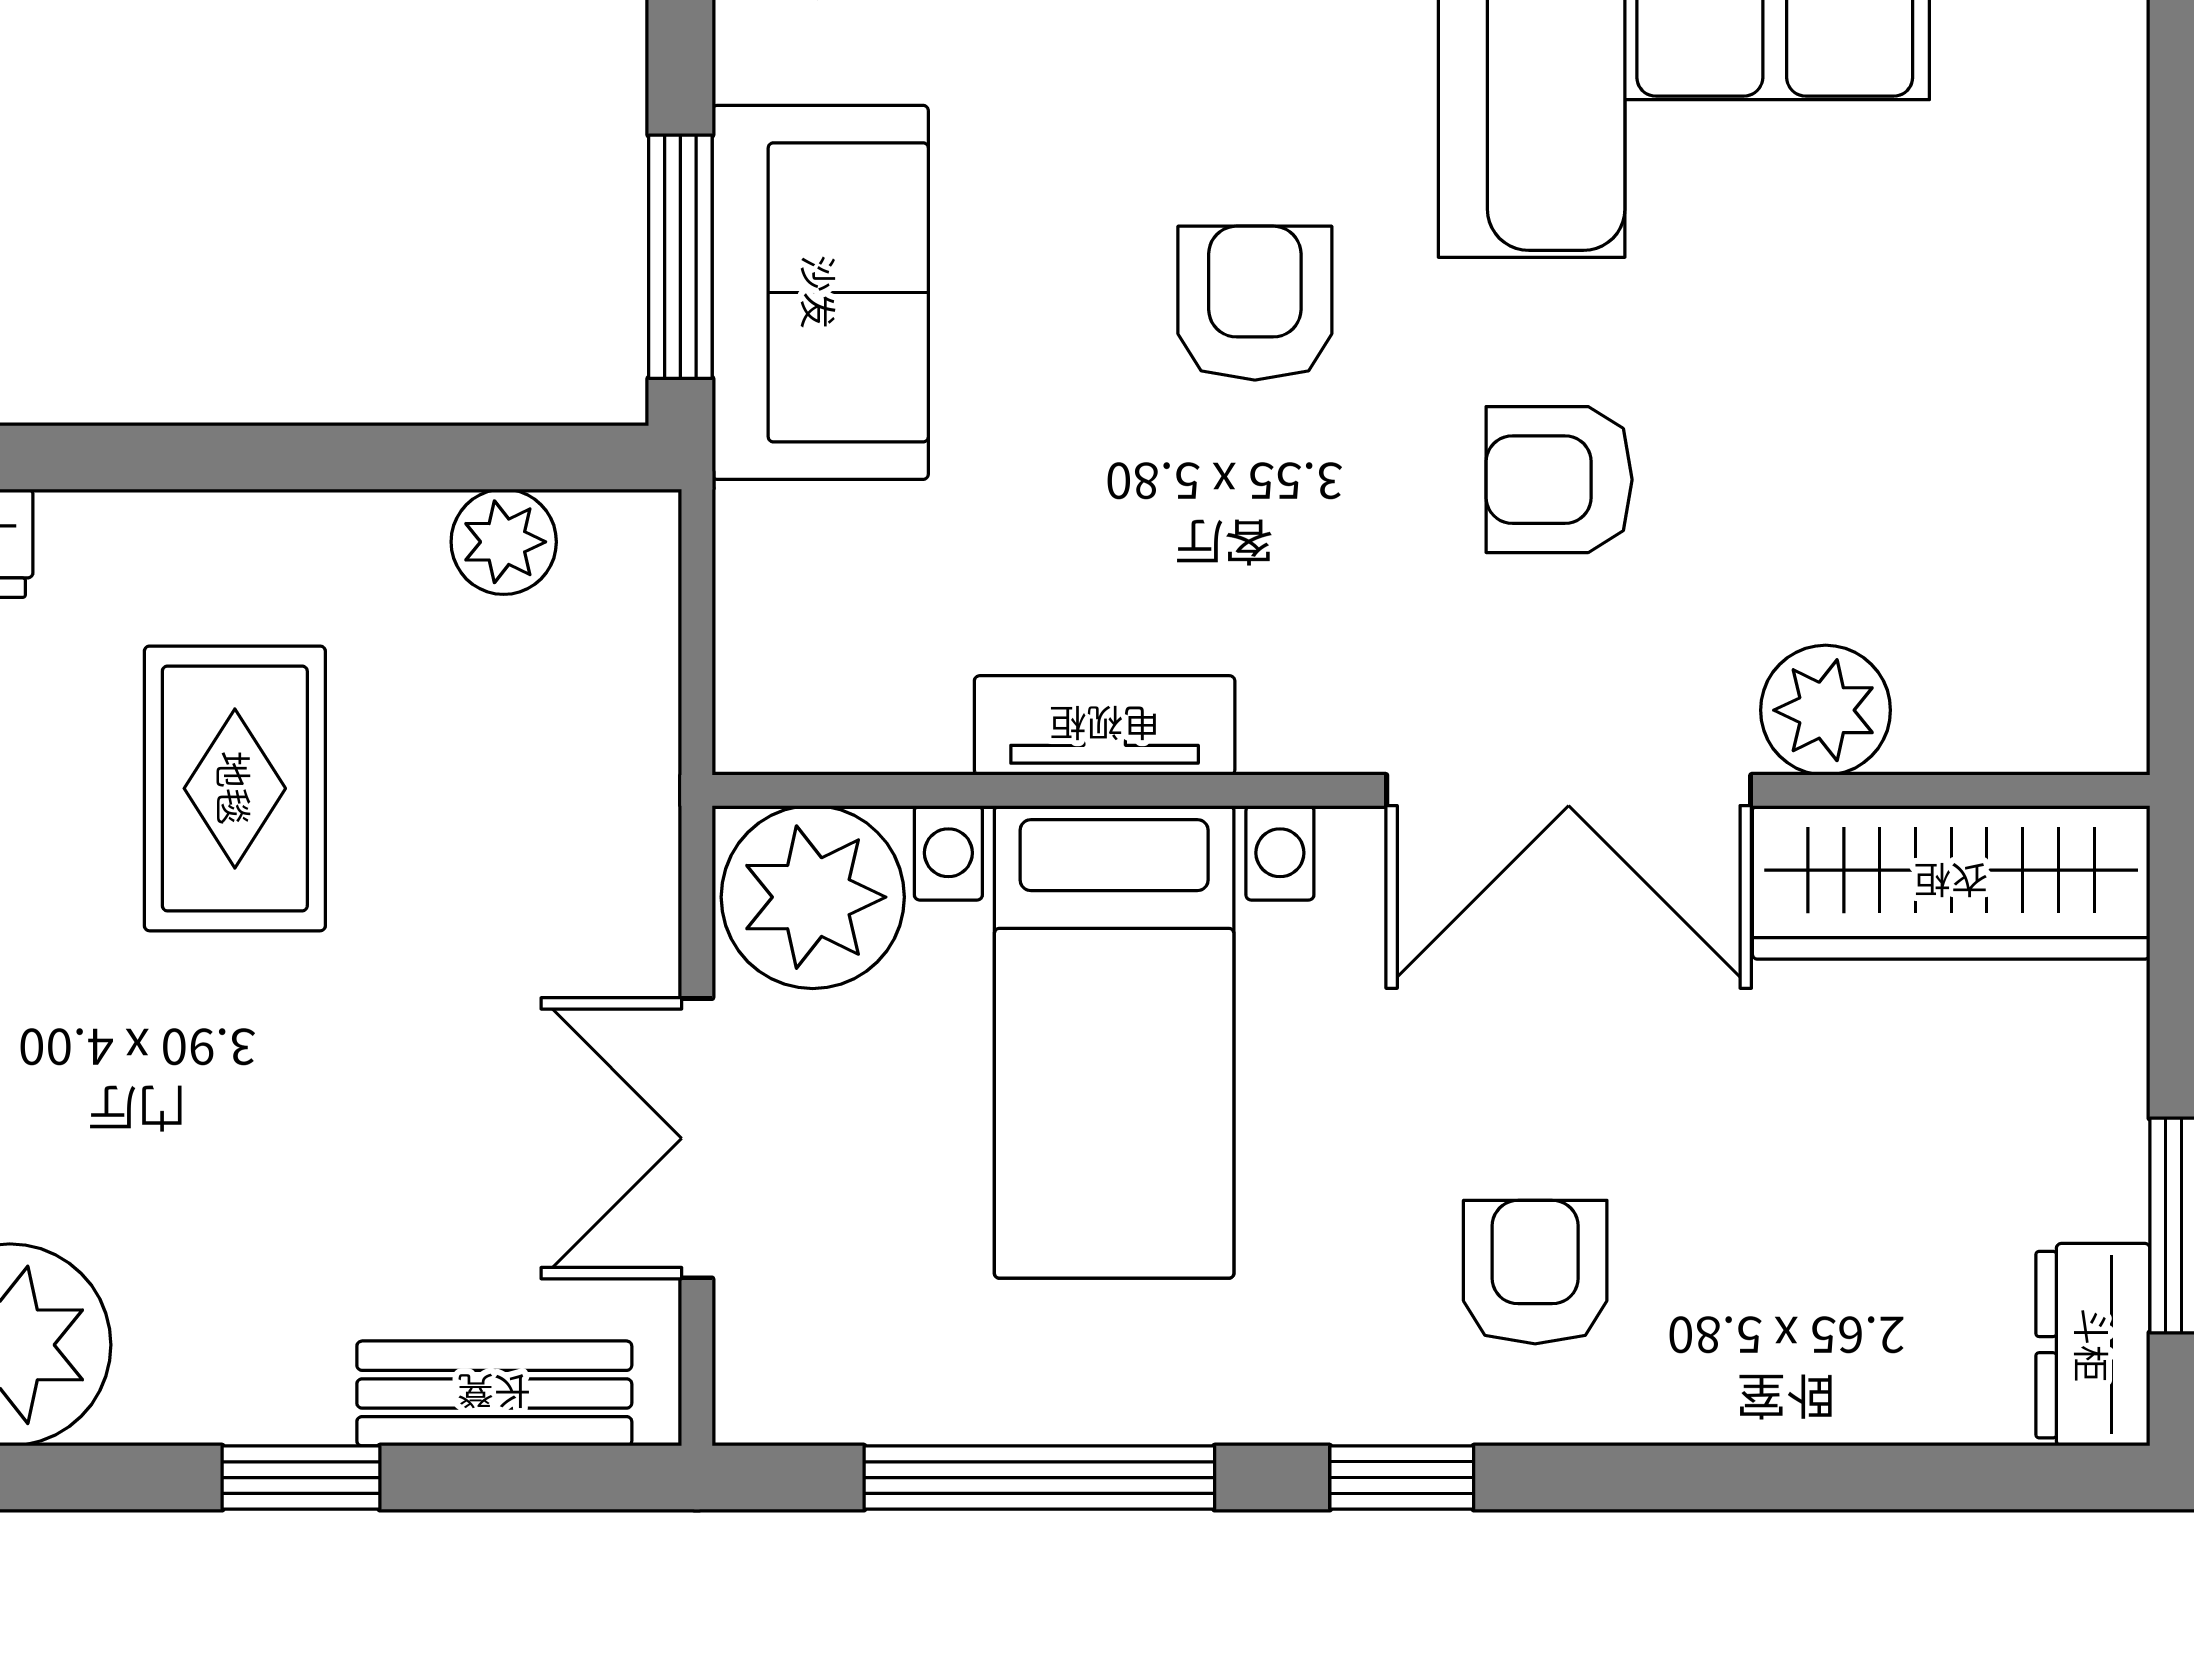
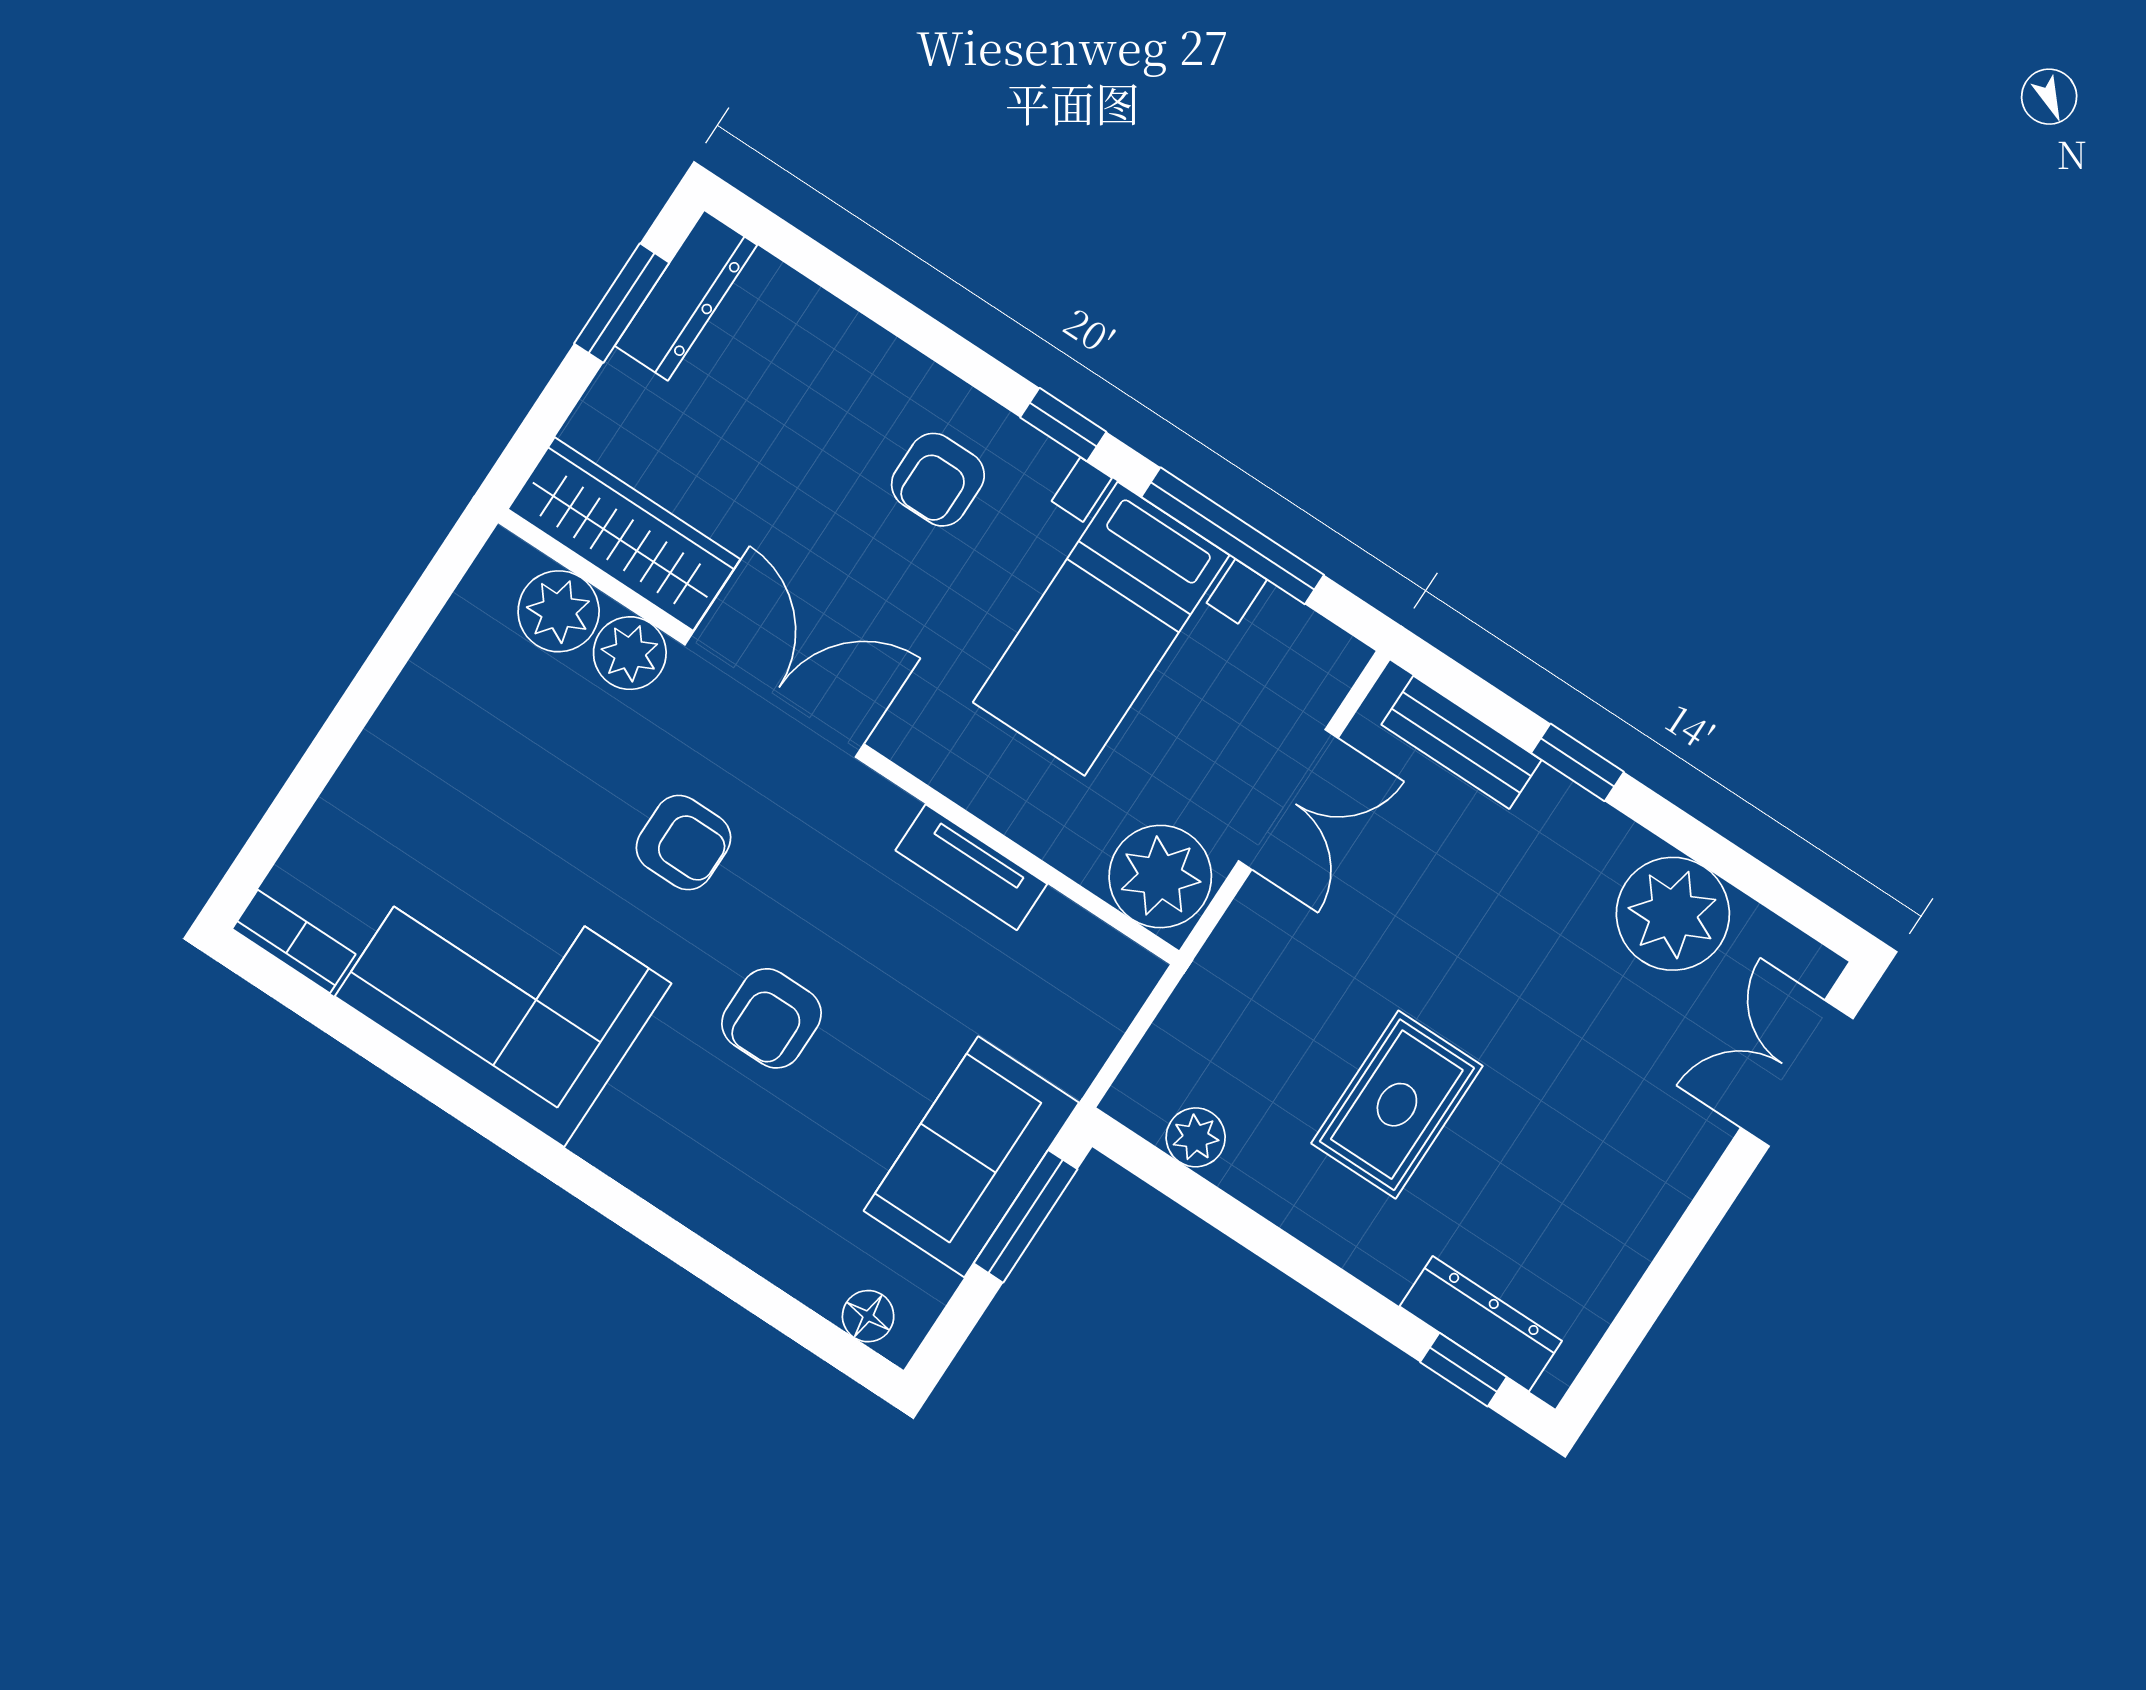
plant: (1973, 703) -> (559, 611), added
bed with nightstands: (1114, 1042) -> (1101, 629), moved, turned 180
dresser: (2093, 1345) -> (686, 295), width x1.44

